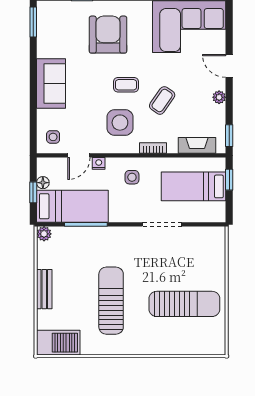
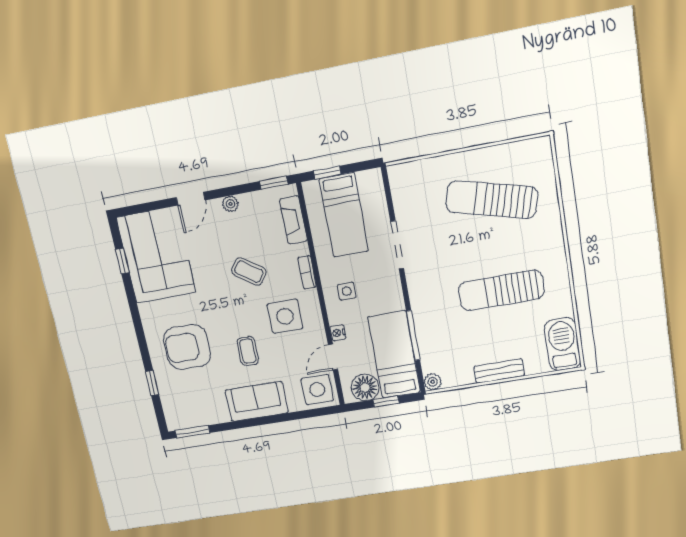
coffee table: (126, 85) -> (248, 351), moved
side table: (53, 137) -> (317, 390), width x1.87, depth x1.87
door: (79, 155) -> (333, 357), swing flipped
floor lamp: (43, 183) -> (365, 387), width x1.89, depth x1.89
sun lounger: (184, 304) -> (492, 200), turned -75

